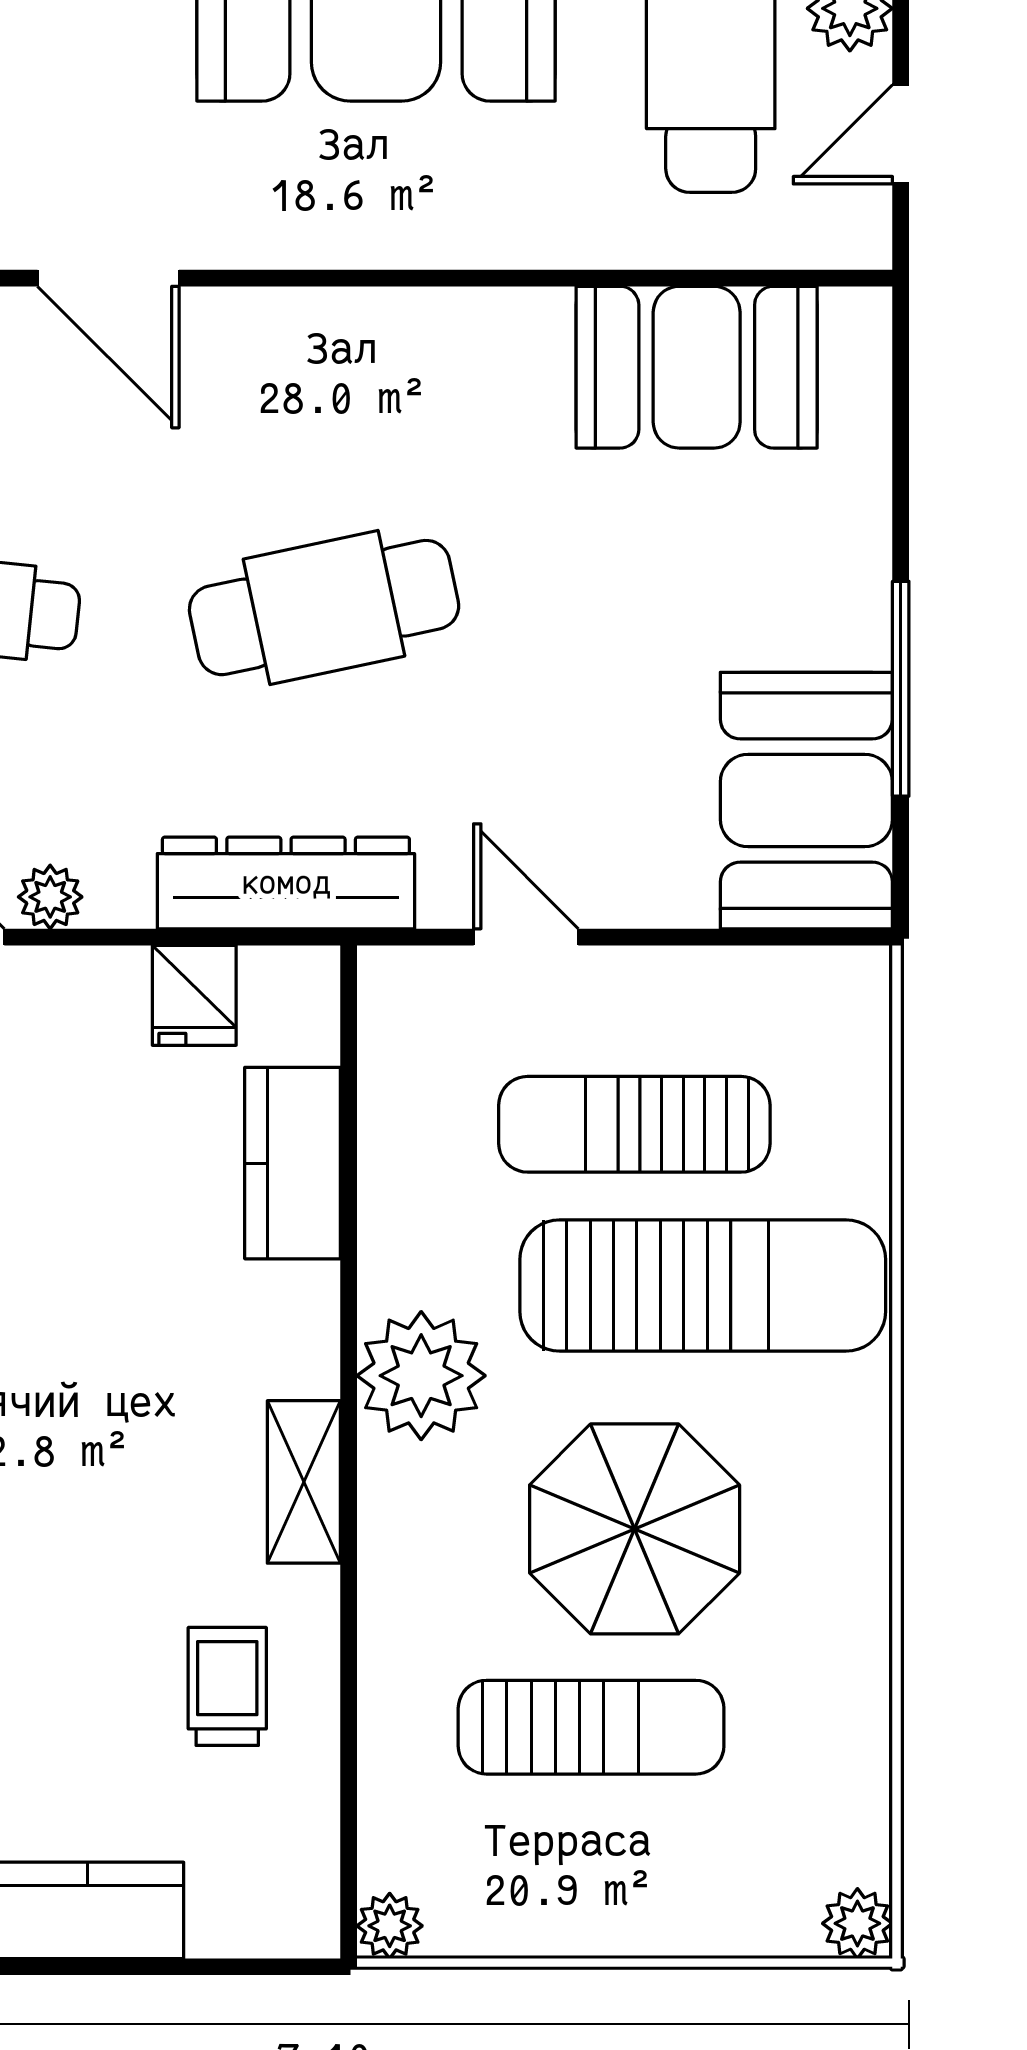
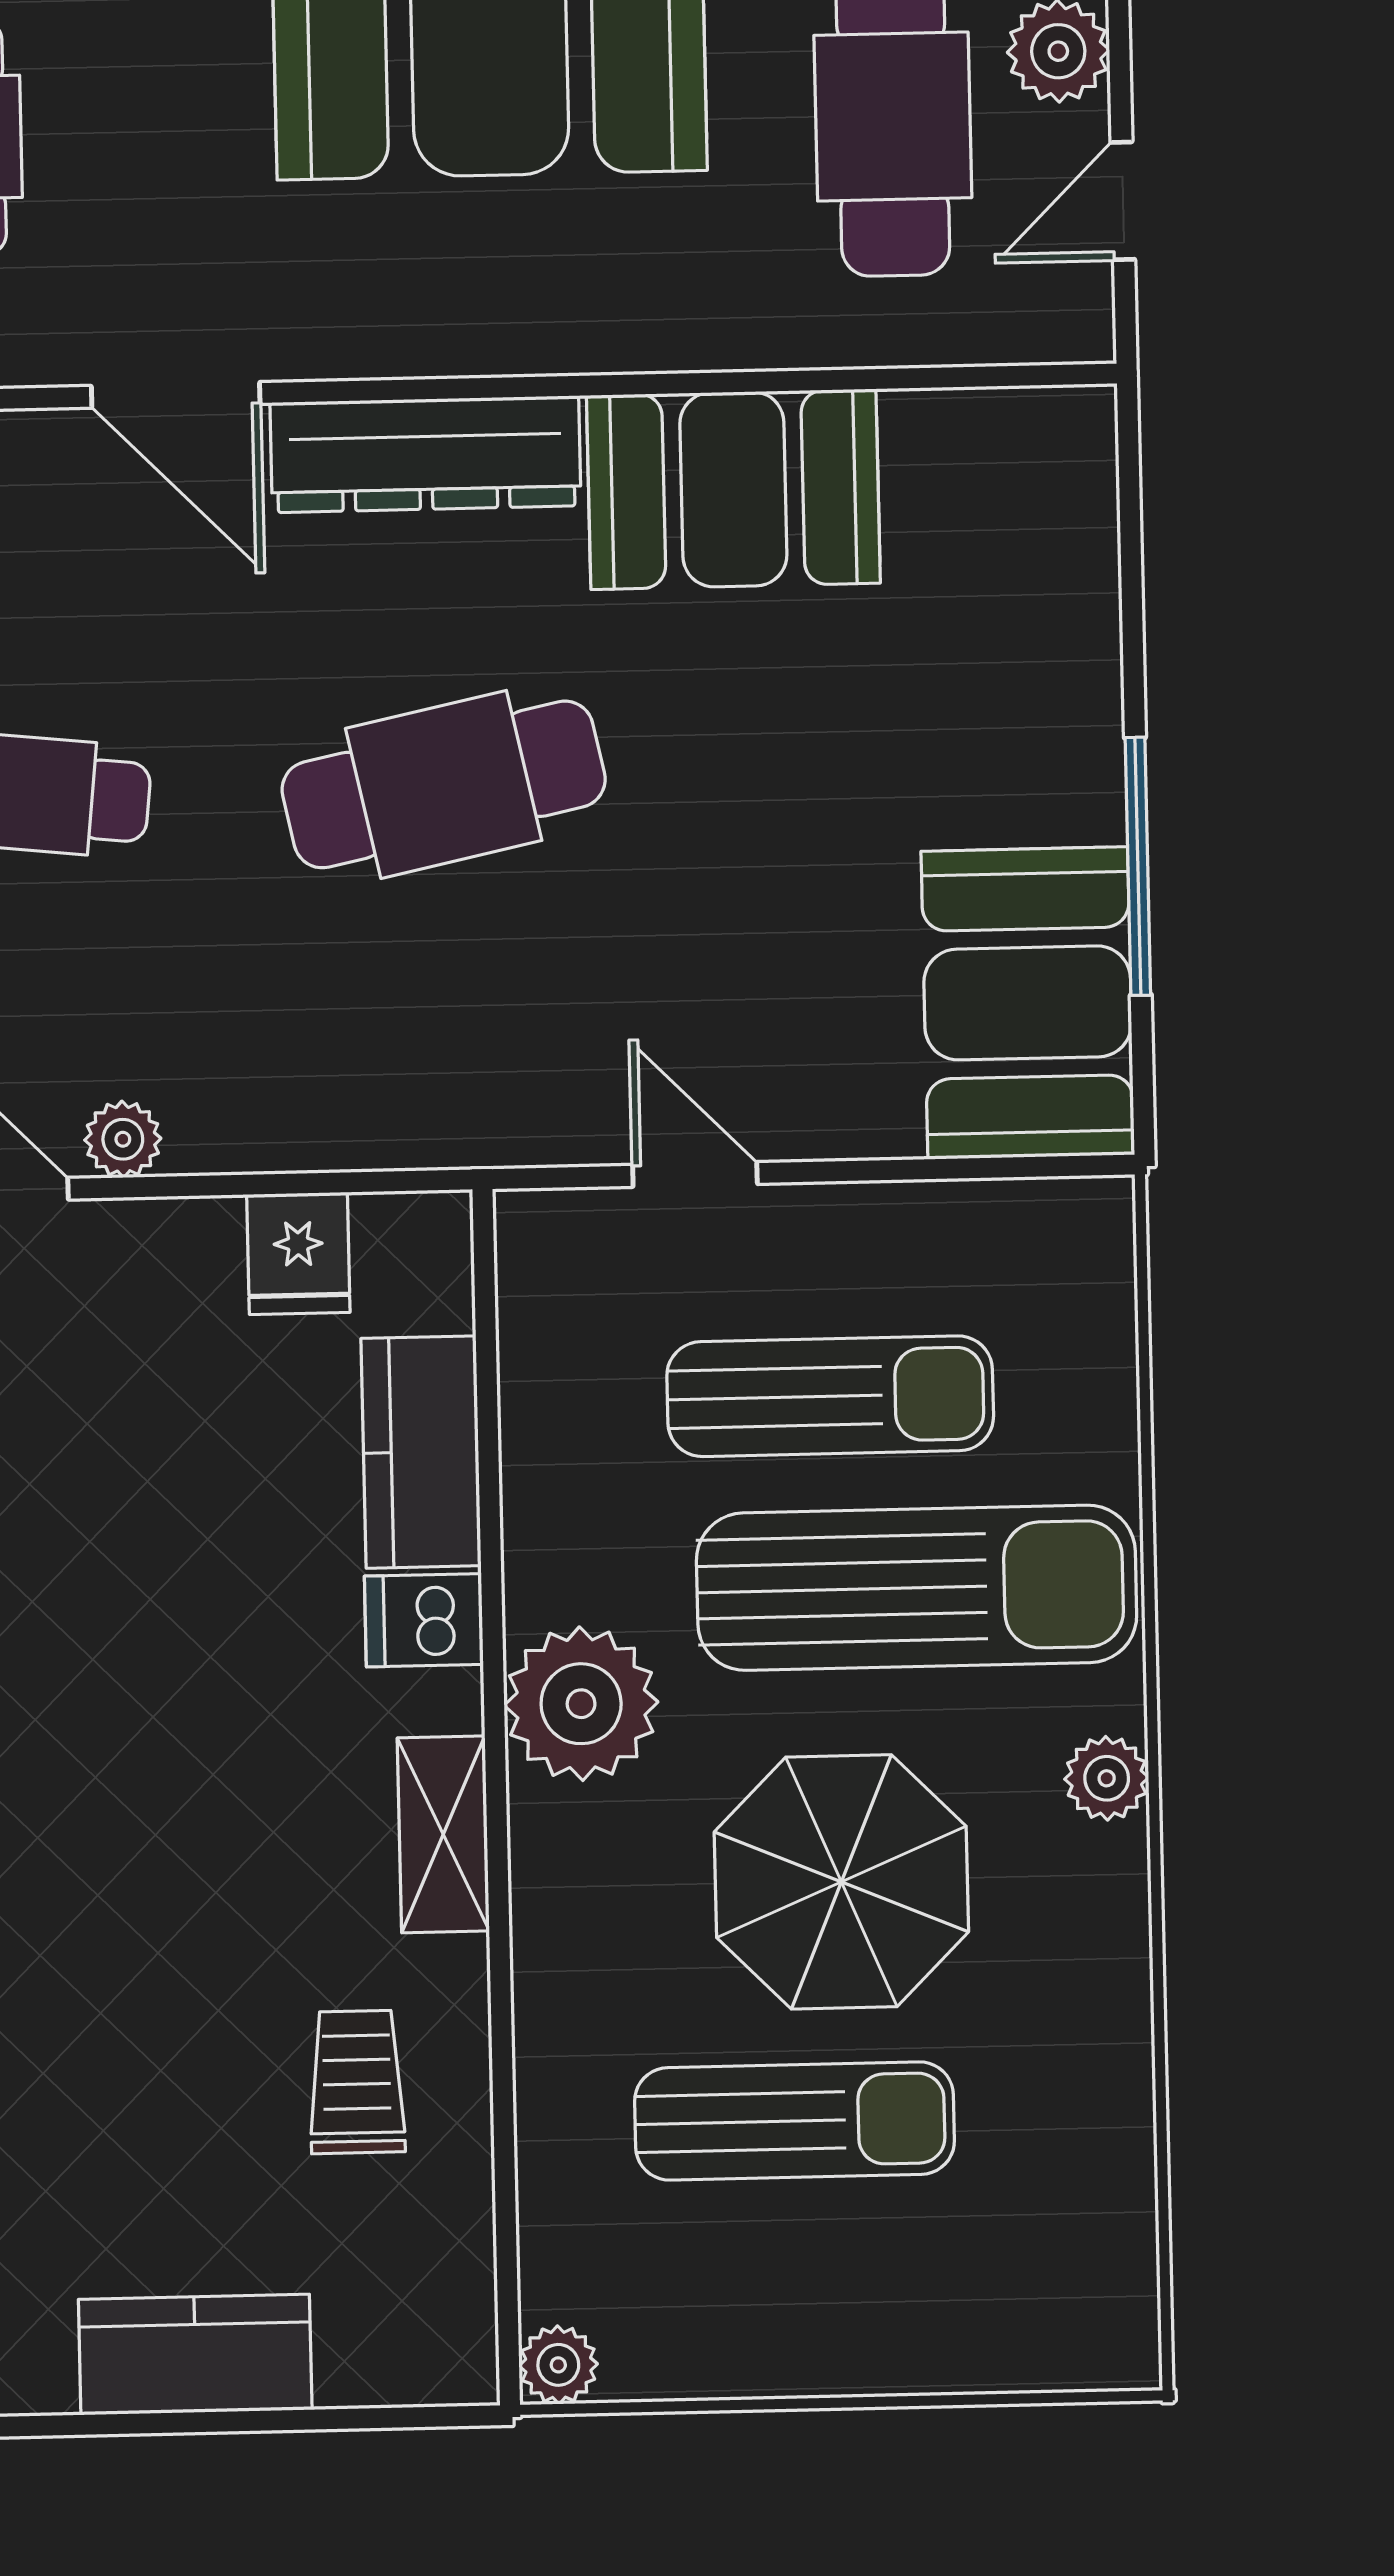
booth: (697, 367) -> (733, 489), moved
dresser: (286, 883) -> (425, 454), moved, turned 180
sun lounger: (634, 1124) -> (830, 1396), turned 180
dishwasher: (292, 1303) -> (424, 1620), added
plant: (857, 1923) -> (1107, 1778), moved

